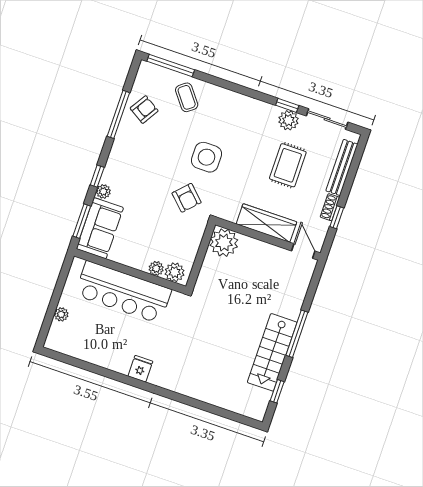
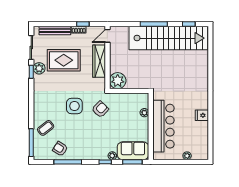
rug: (288, 165) -> (64, 60), width x1.36, depth x1.43
plant: (175, 272) -> (143, 102), removed
stairs: (272, 352) -> (168, 38), width x1.86, depth x1.51
fridge: (140, 369) -> (202, 115), moved

